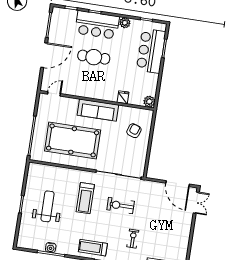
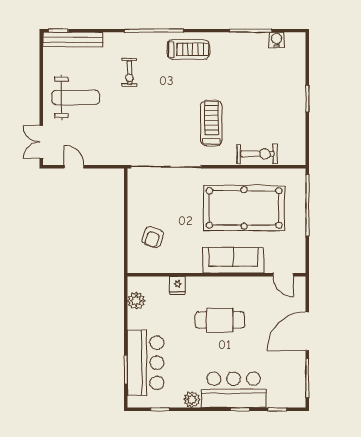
cafe table: (94, 57) -> (220, 320), moved
door: (54, 94) -> (283, 275), hinge flipped
plant: (149, 102) -> (136, 301), moved
sofa: (98, 110) -> (233, 260), moved
door: (178, 184) -> (74, 167), width x0.53
weight bench: (47, 206) -> (76, 97), moved, turned -90
exercise bike: (121, 206) -> (257, 154), moved
water cooler: (51, 248) -> (276, 40), moved

